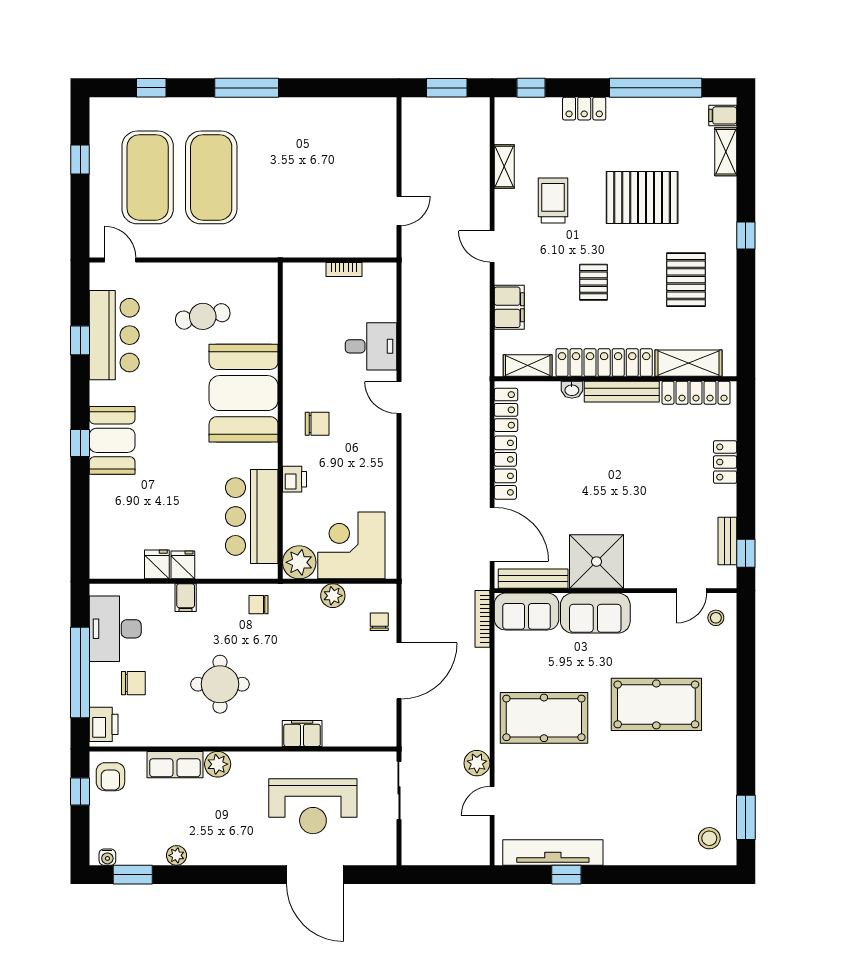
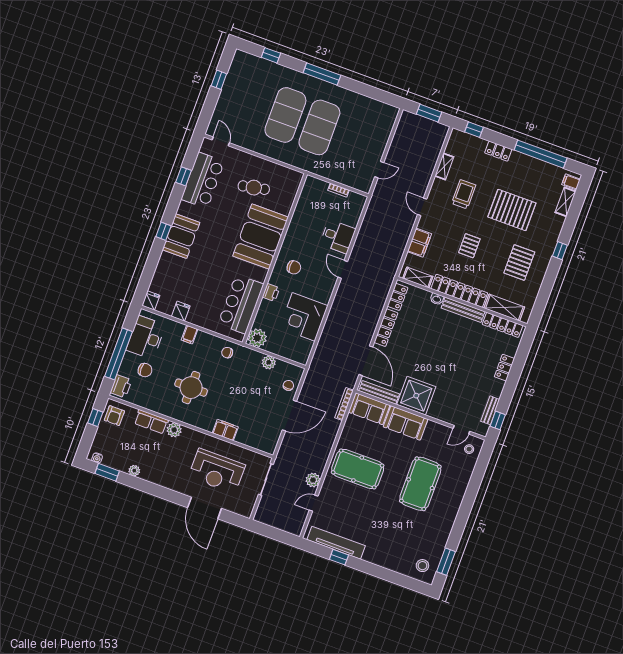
exercise mat: (148, 177) -> (319, 127), moved
corner desk: (351, 545) -> (304, 317), moved, turned -90
fridge: (183, 565) -> (151, 301), moved
pool table: (656, 704) -> (420, 484), turned 90

